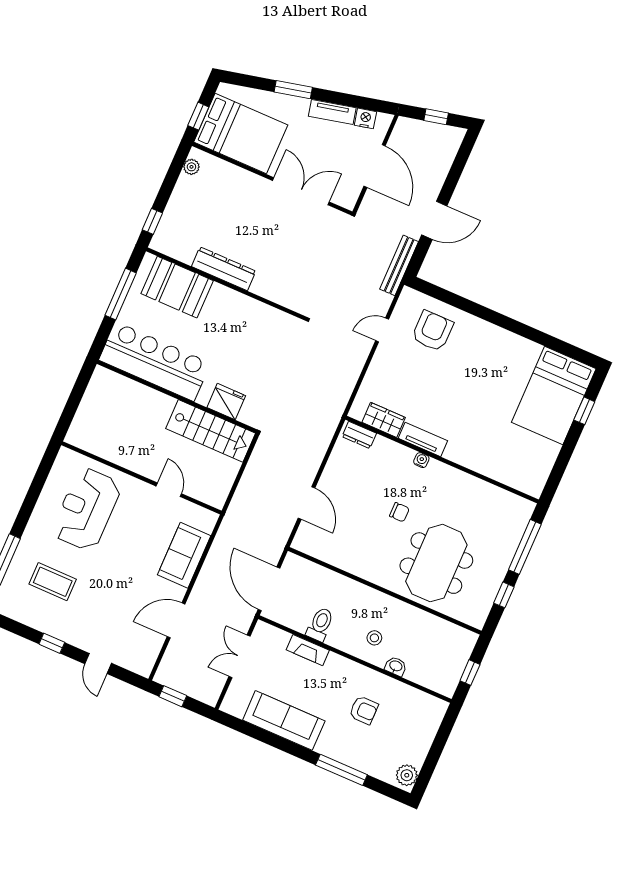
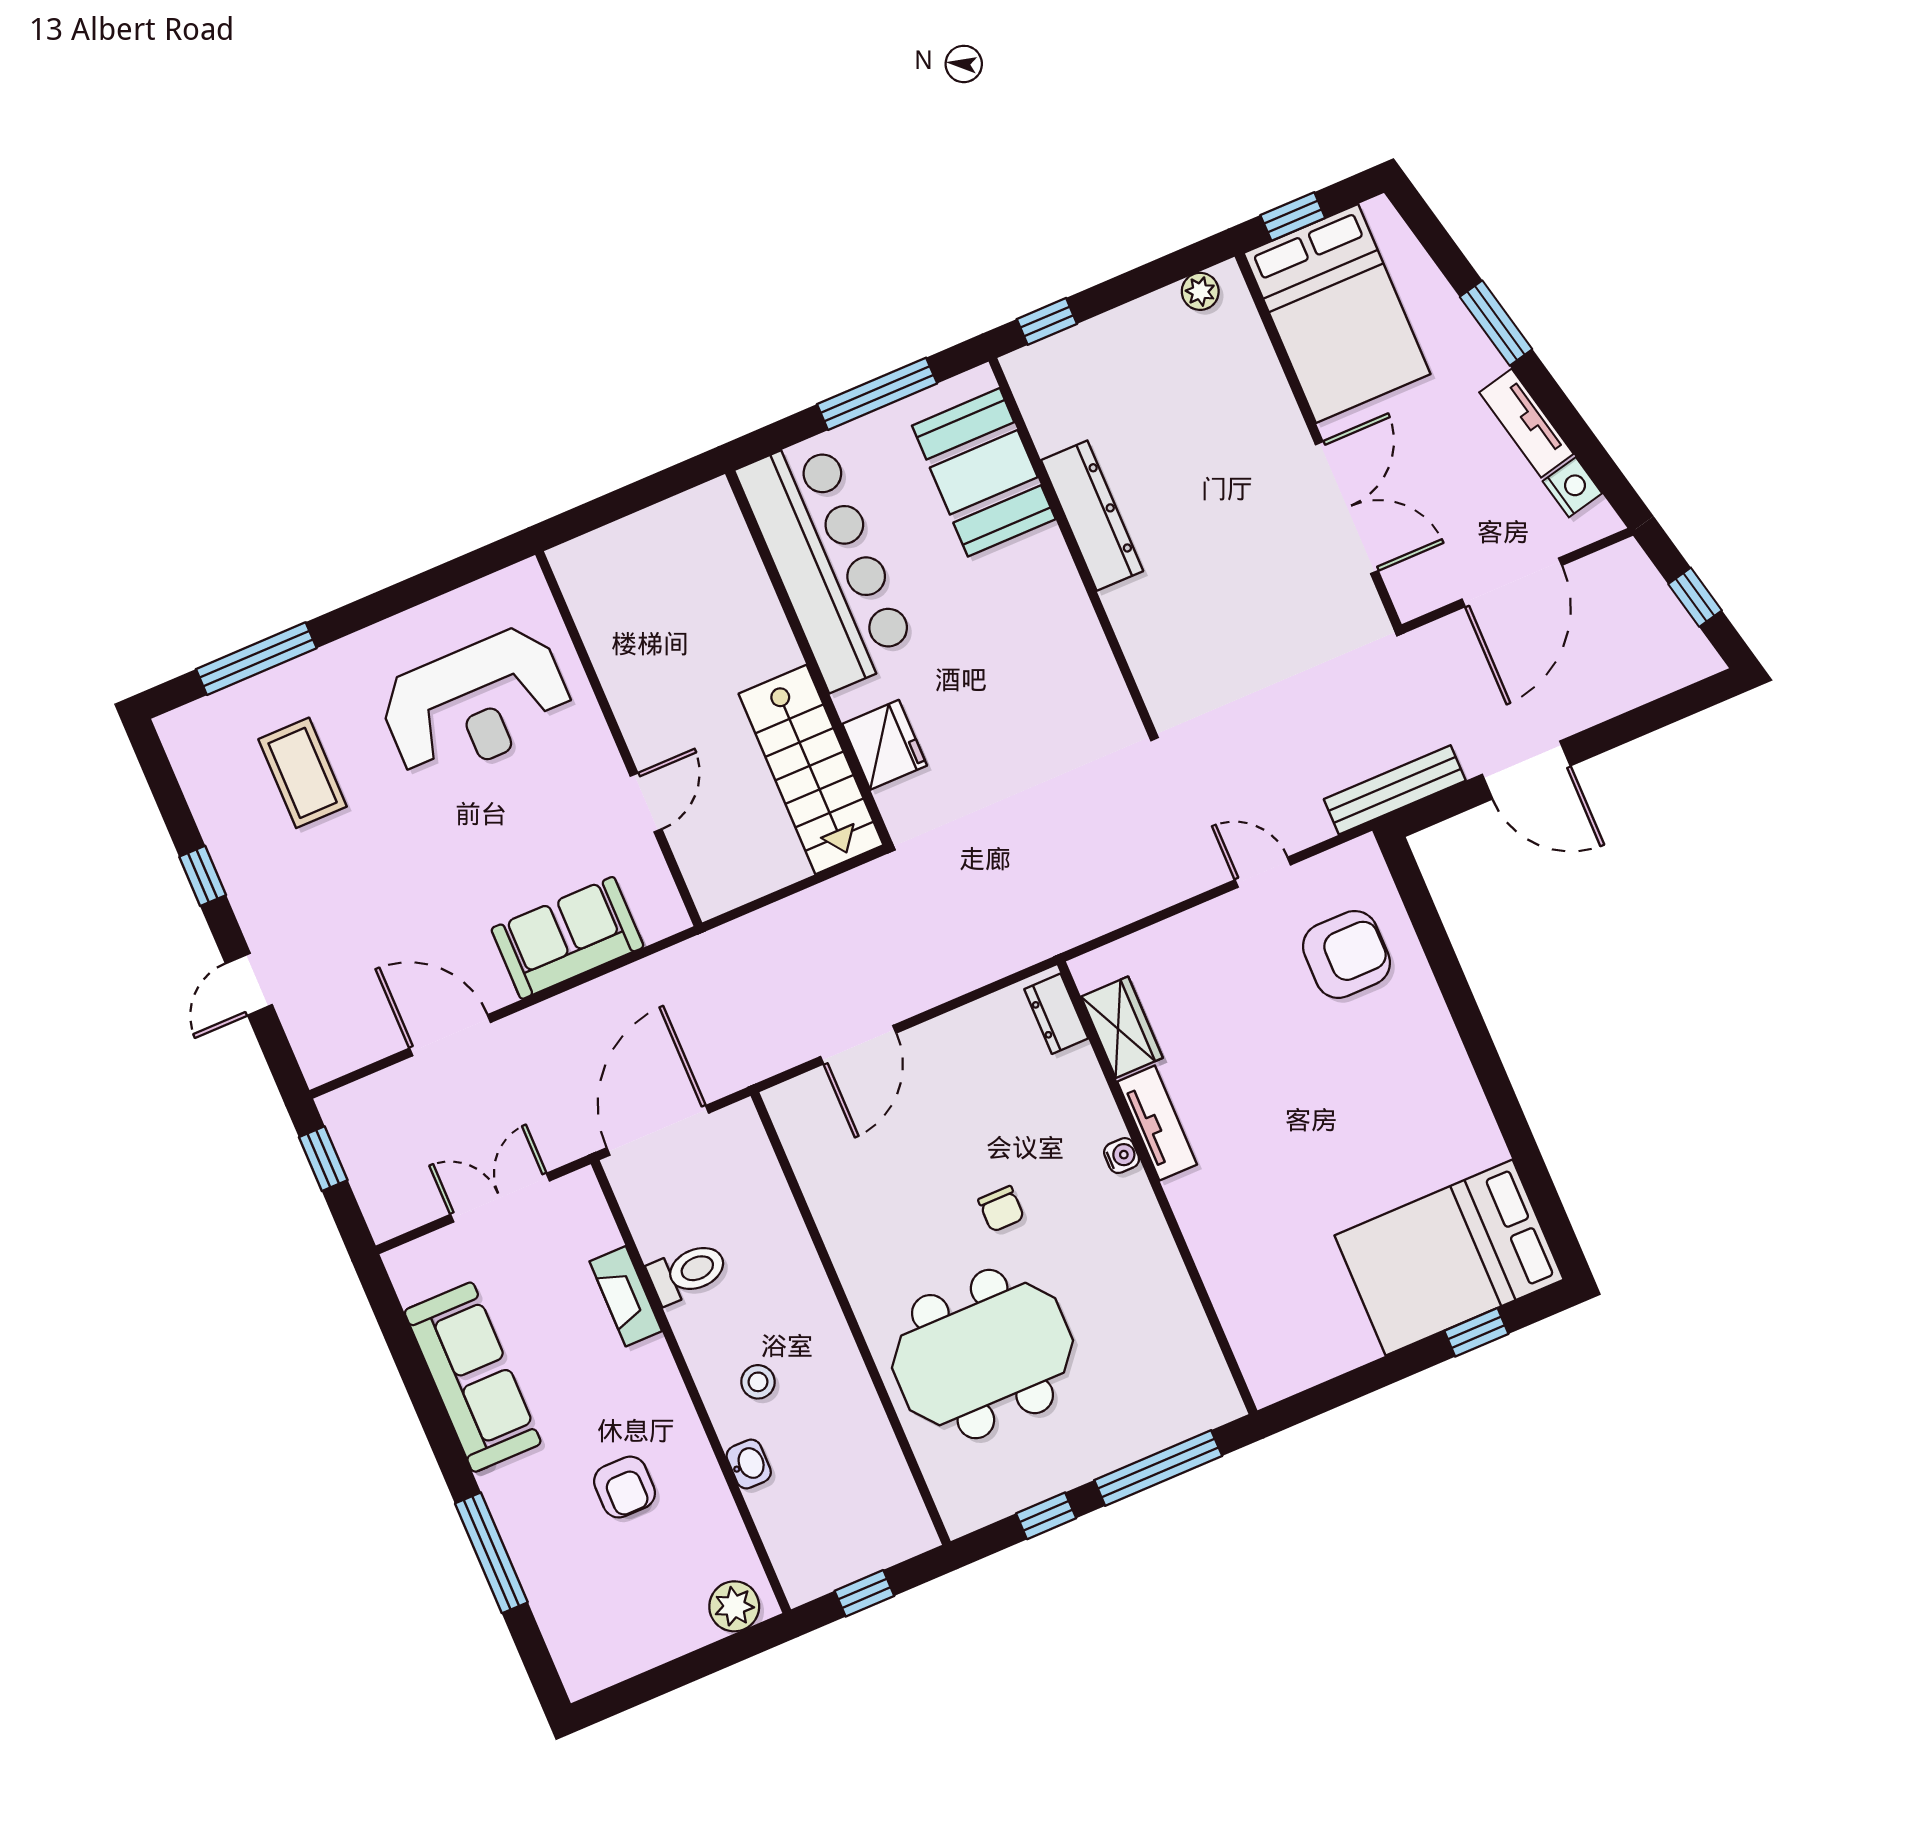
reception desk: (87, 509) -> (476, 704), turned 180
plant: (407, 775) -> (734, 1606), moved

